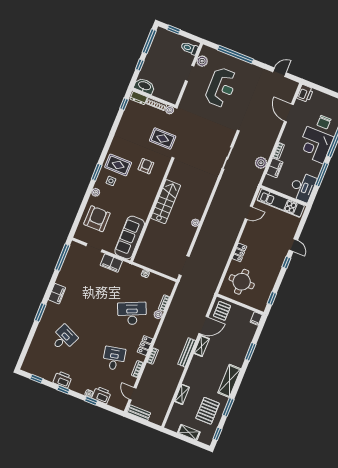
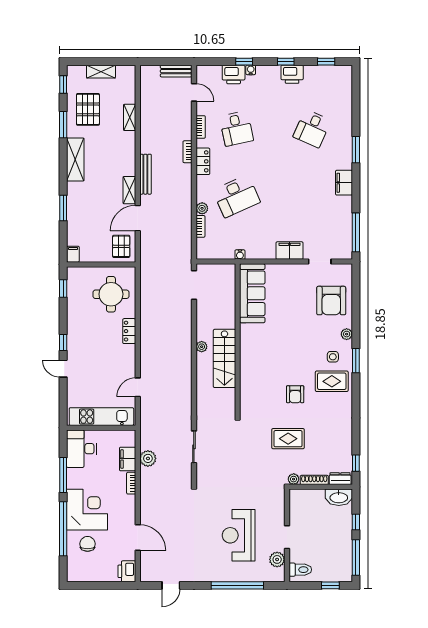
stairs: (166, 202) -> (224, 358), moved
wall: (152, 211) -> (238, 340), moved
sofa: (130, 237) -> (252, 293), moved

